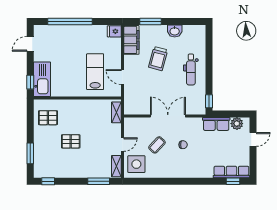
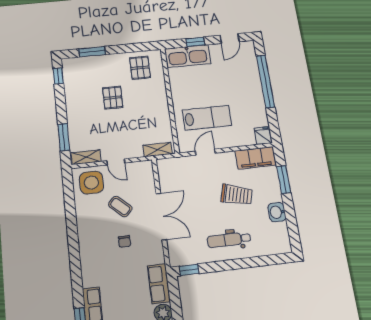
door: (30, 44) -> (230, 39), swing flipped
trolley: (158, 59) -> (237, 195), turned 180
window: (30, 82) -> (195, 42), moved

